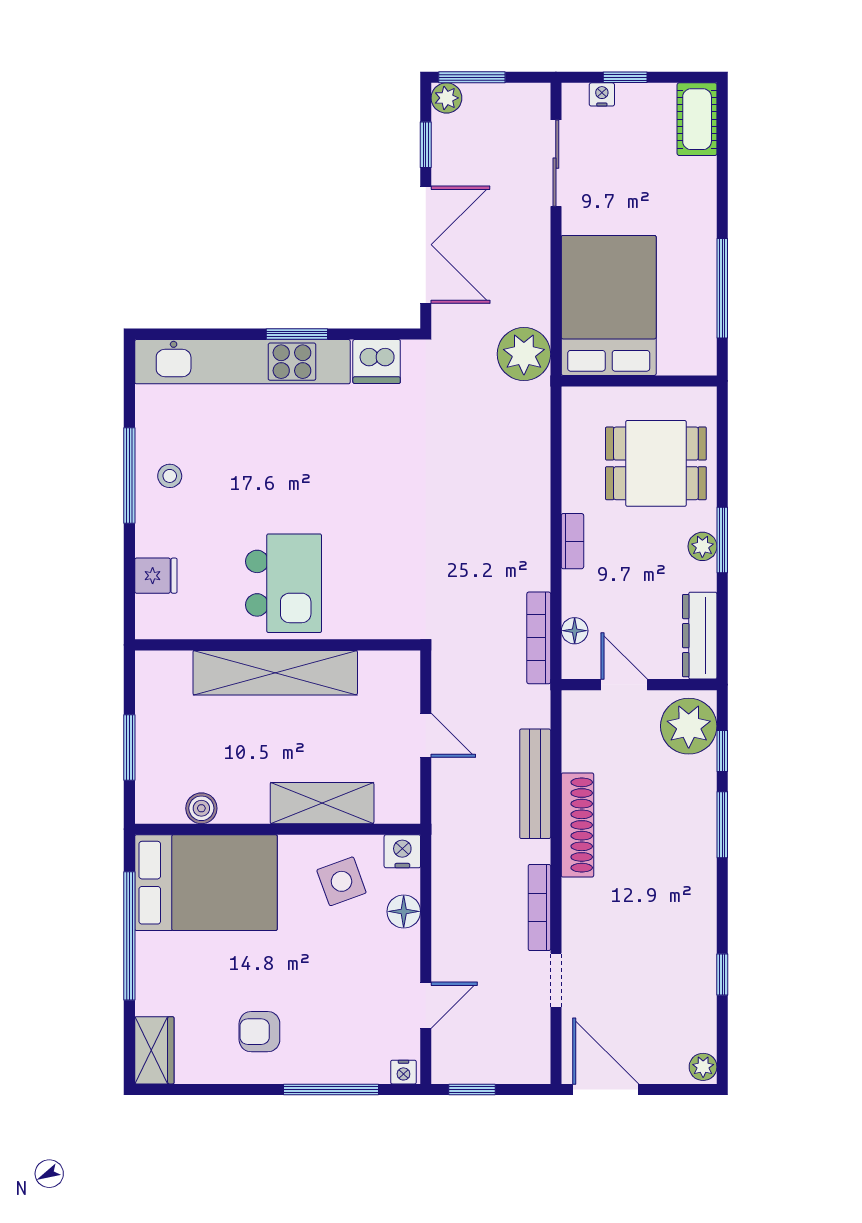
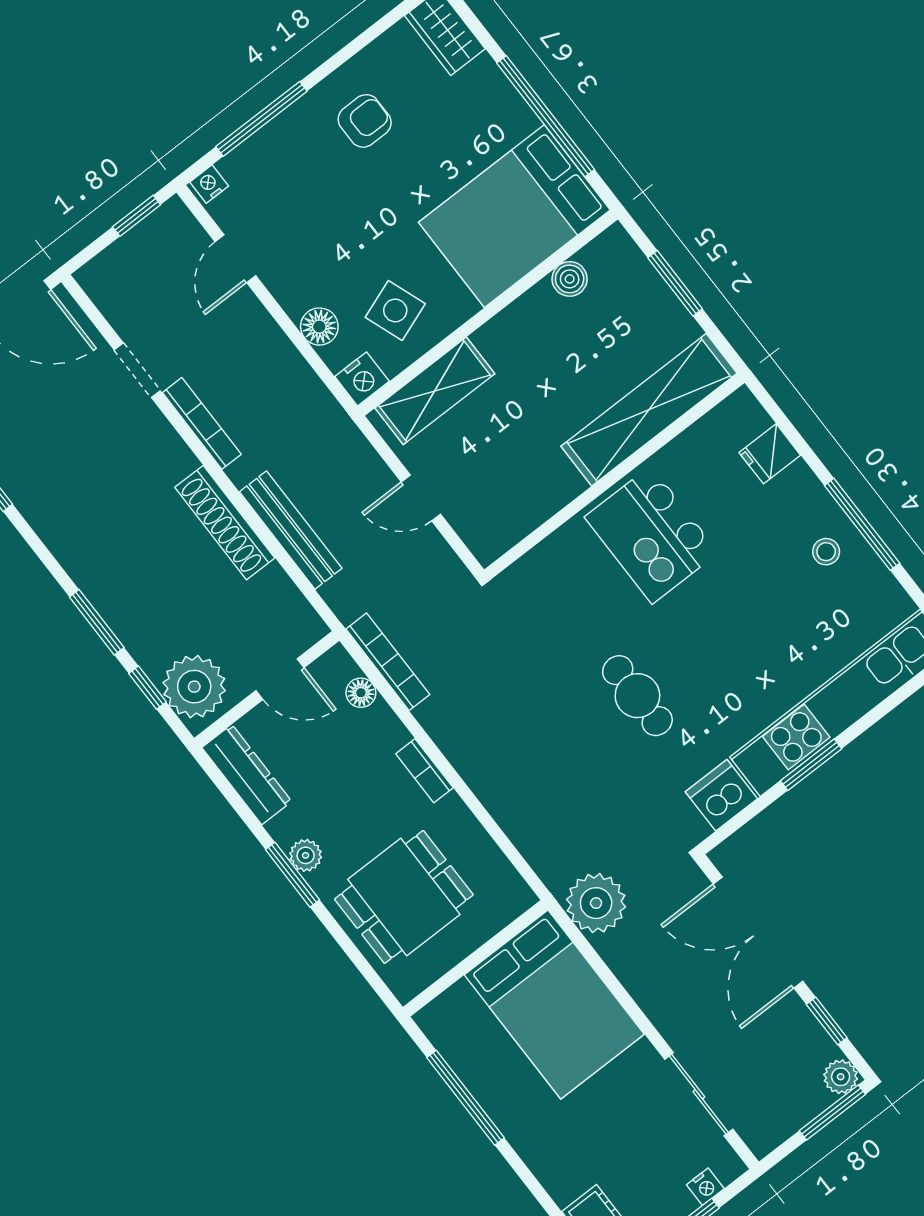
cafe table: (381, 478) -> (637, 696), added
shelving: (275, 673) -> (649, 410), moved
shelving: (322, 803) -> (435, 391), moved

